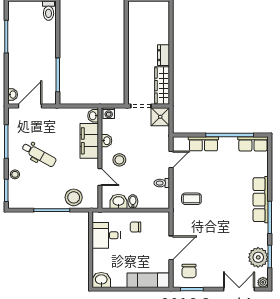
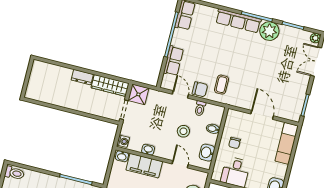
stool: (119, 160) -> (183, 131), moved
door: (100, 177) -> (180, 164), hinge flipped
bidet: (133, 202) -> (213, 129), moved
plant: (258, 257) -> (269, 31), moved
chair: (189, 271) -> (200, 89), moved

